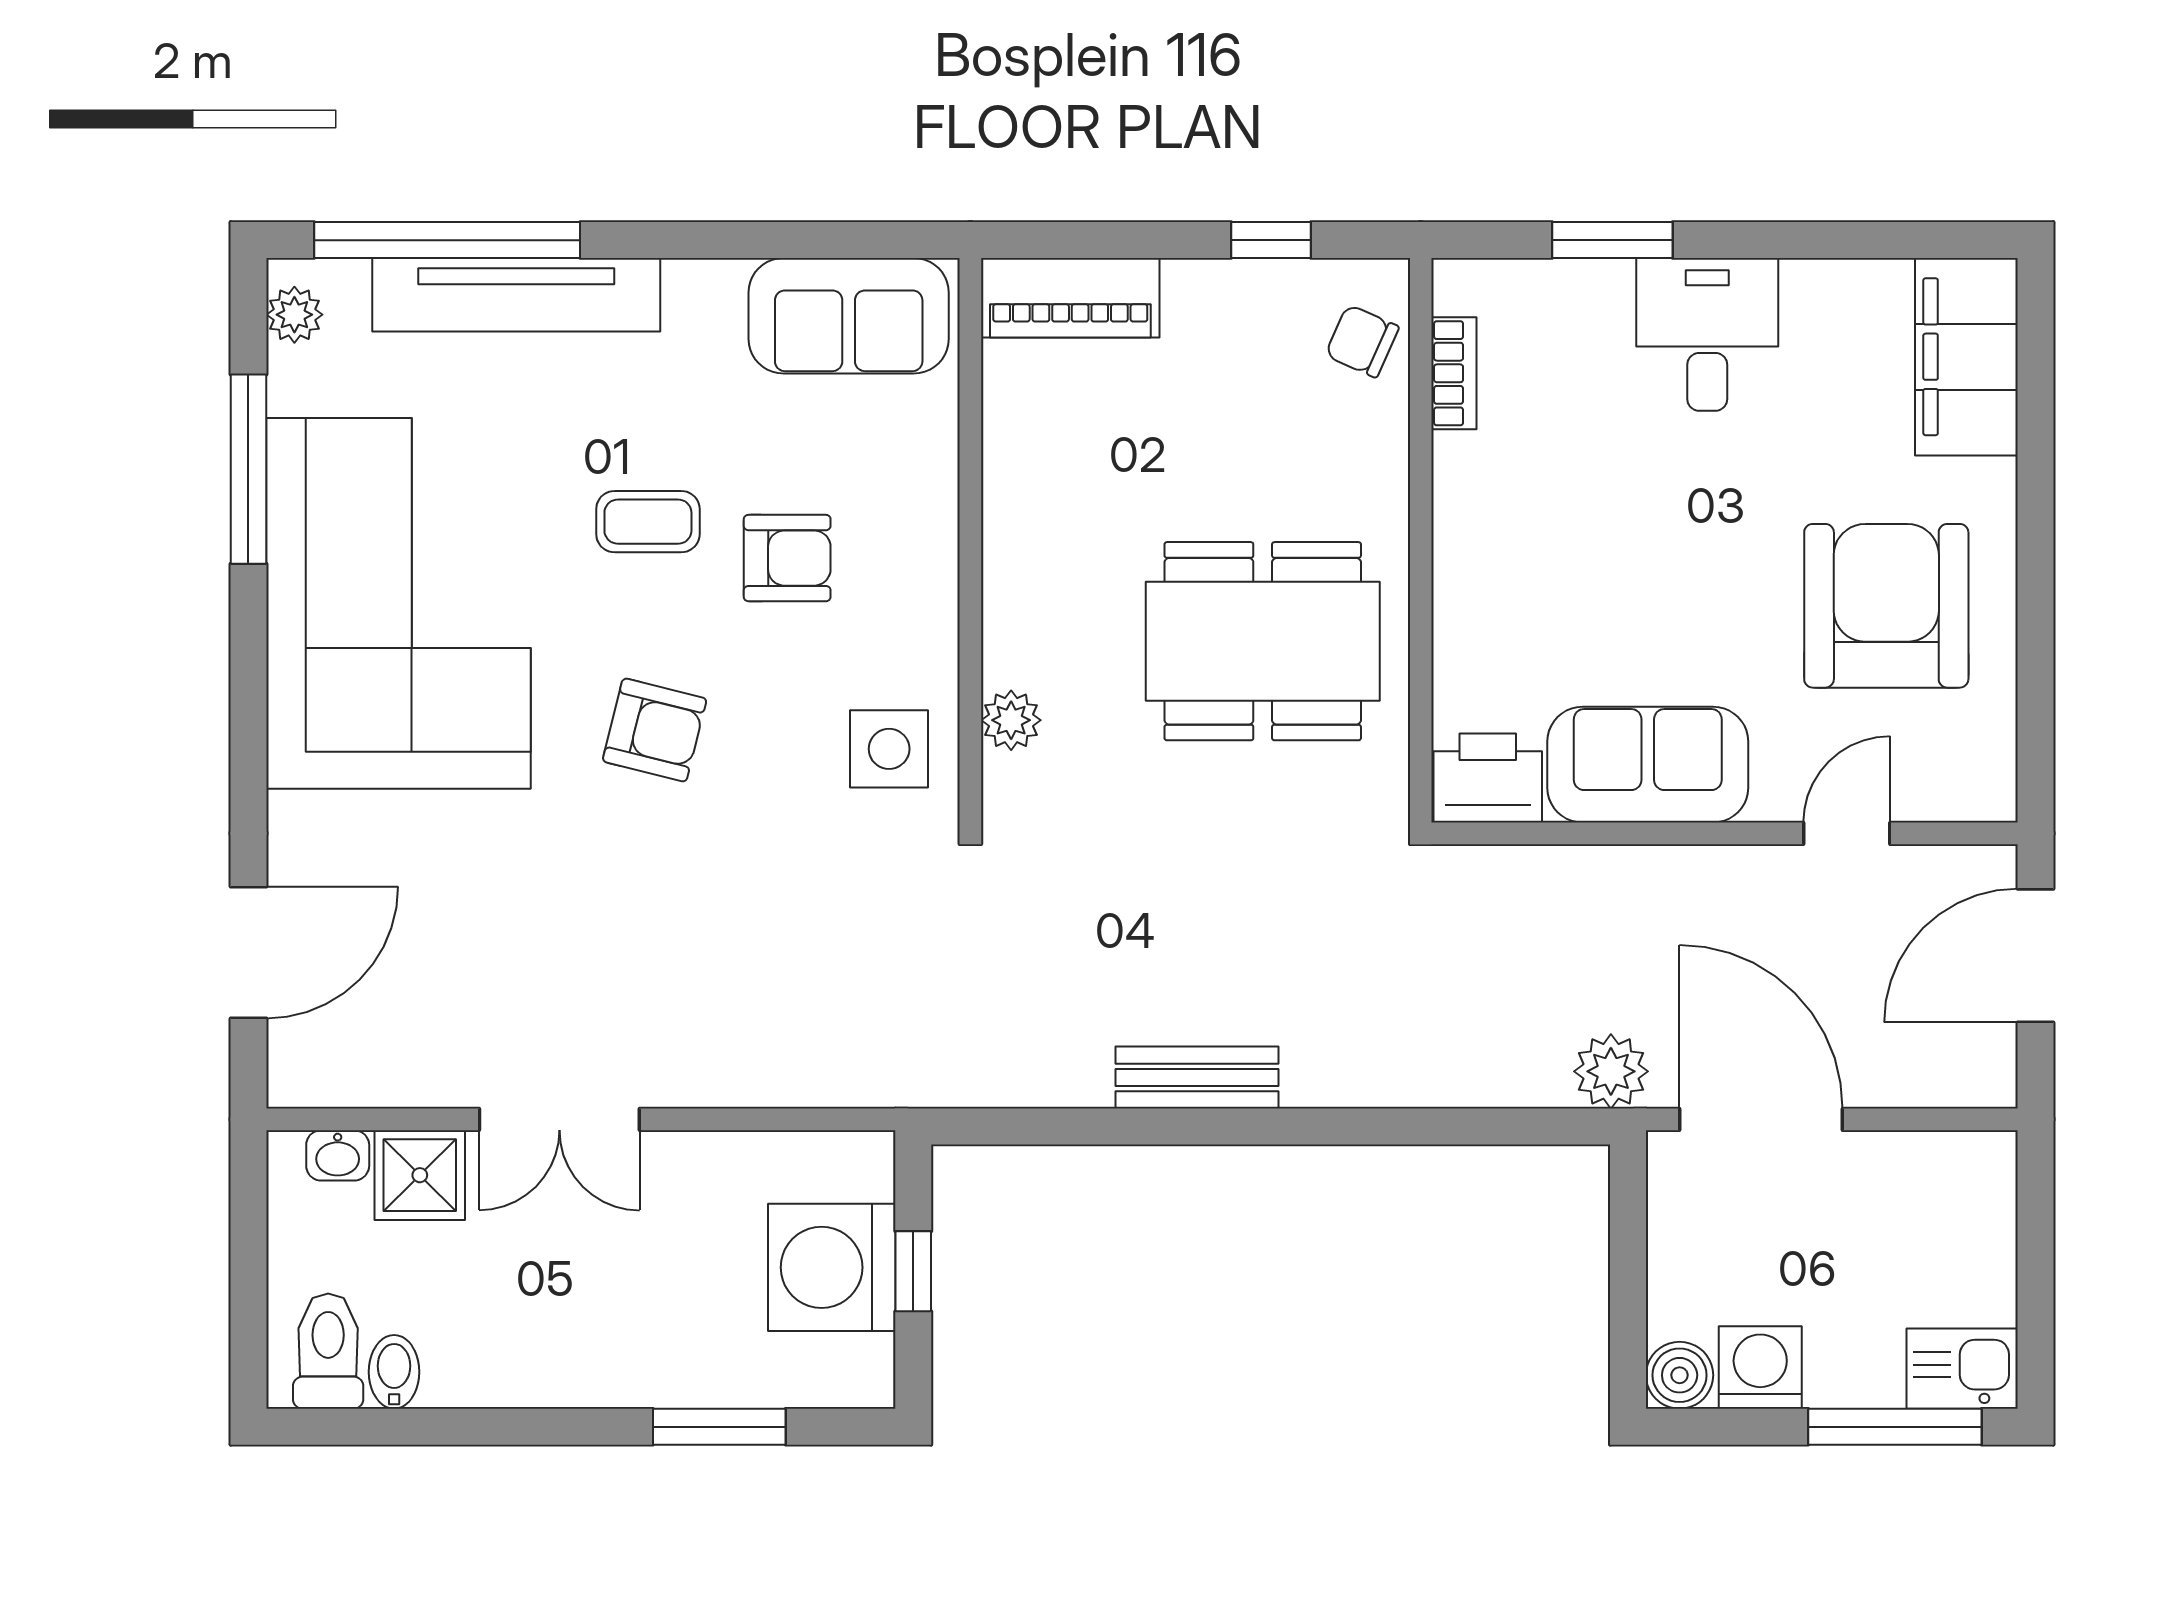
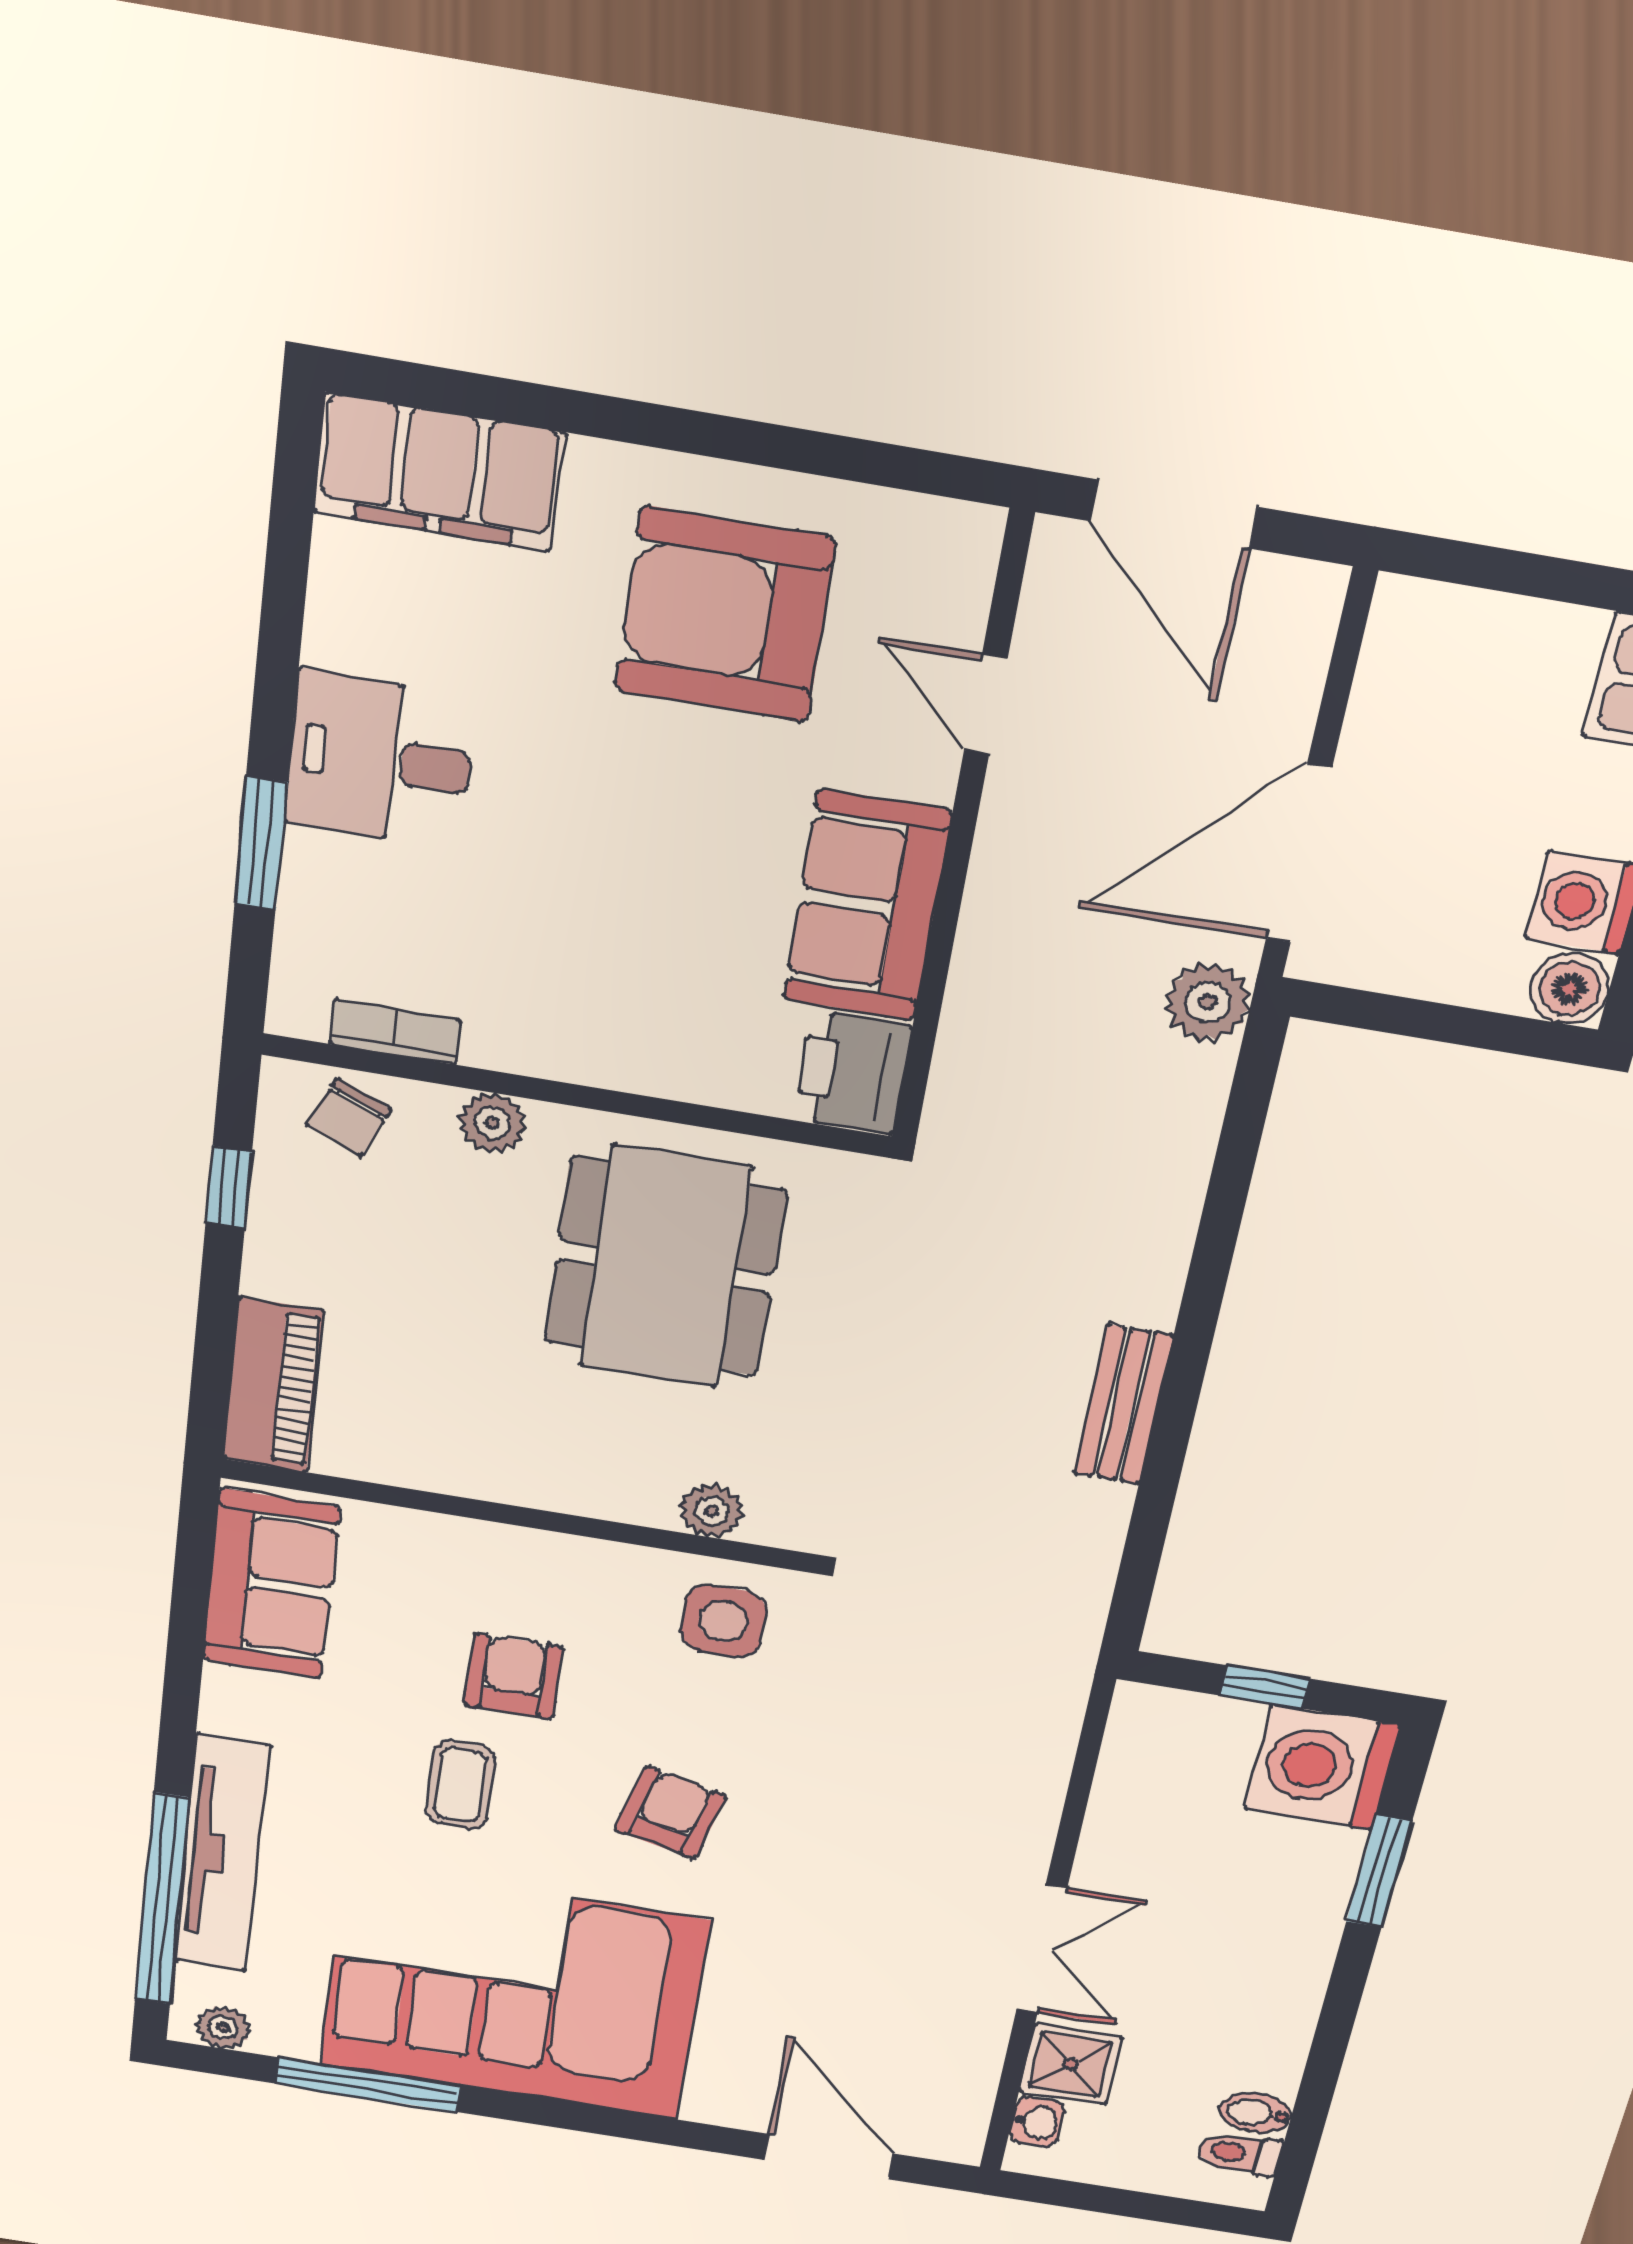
plant: (1380, 469) -> (492, 1123), added
washing machine: (832, 1267) -> (1322, 1767), moved, turned 90
toilet: (328, 1351) -> (1239, 2154), width x0.73, depth x0.72

